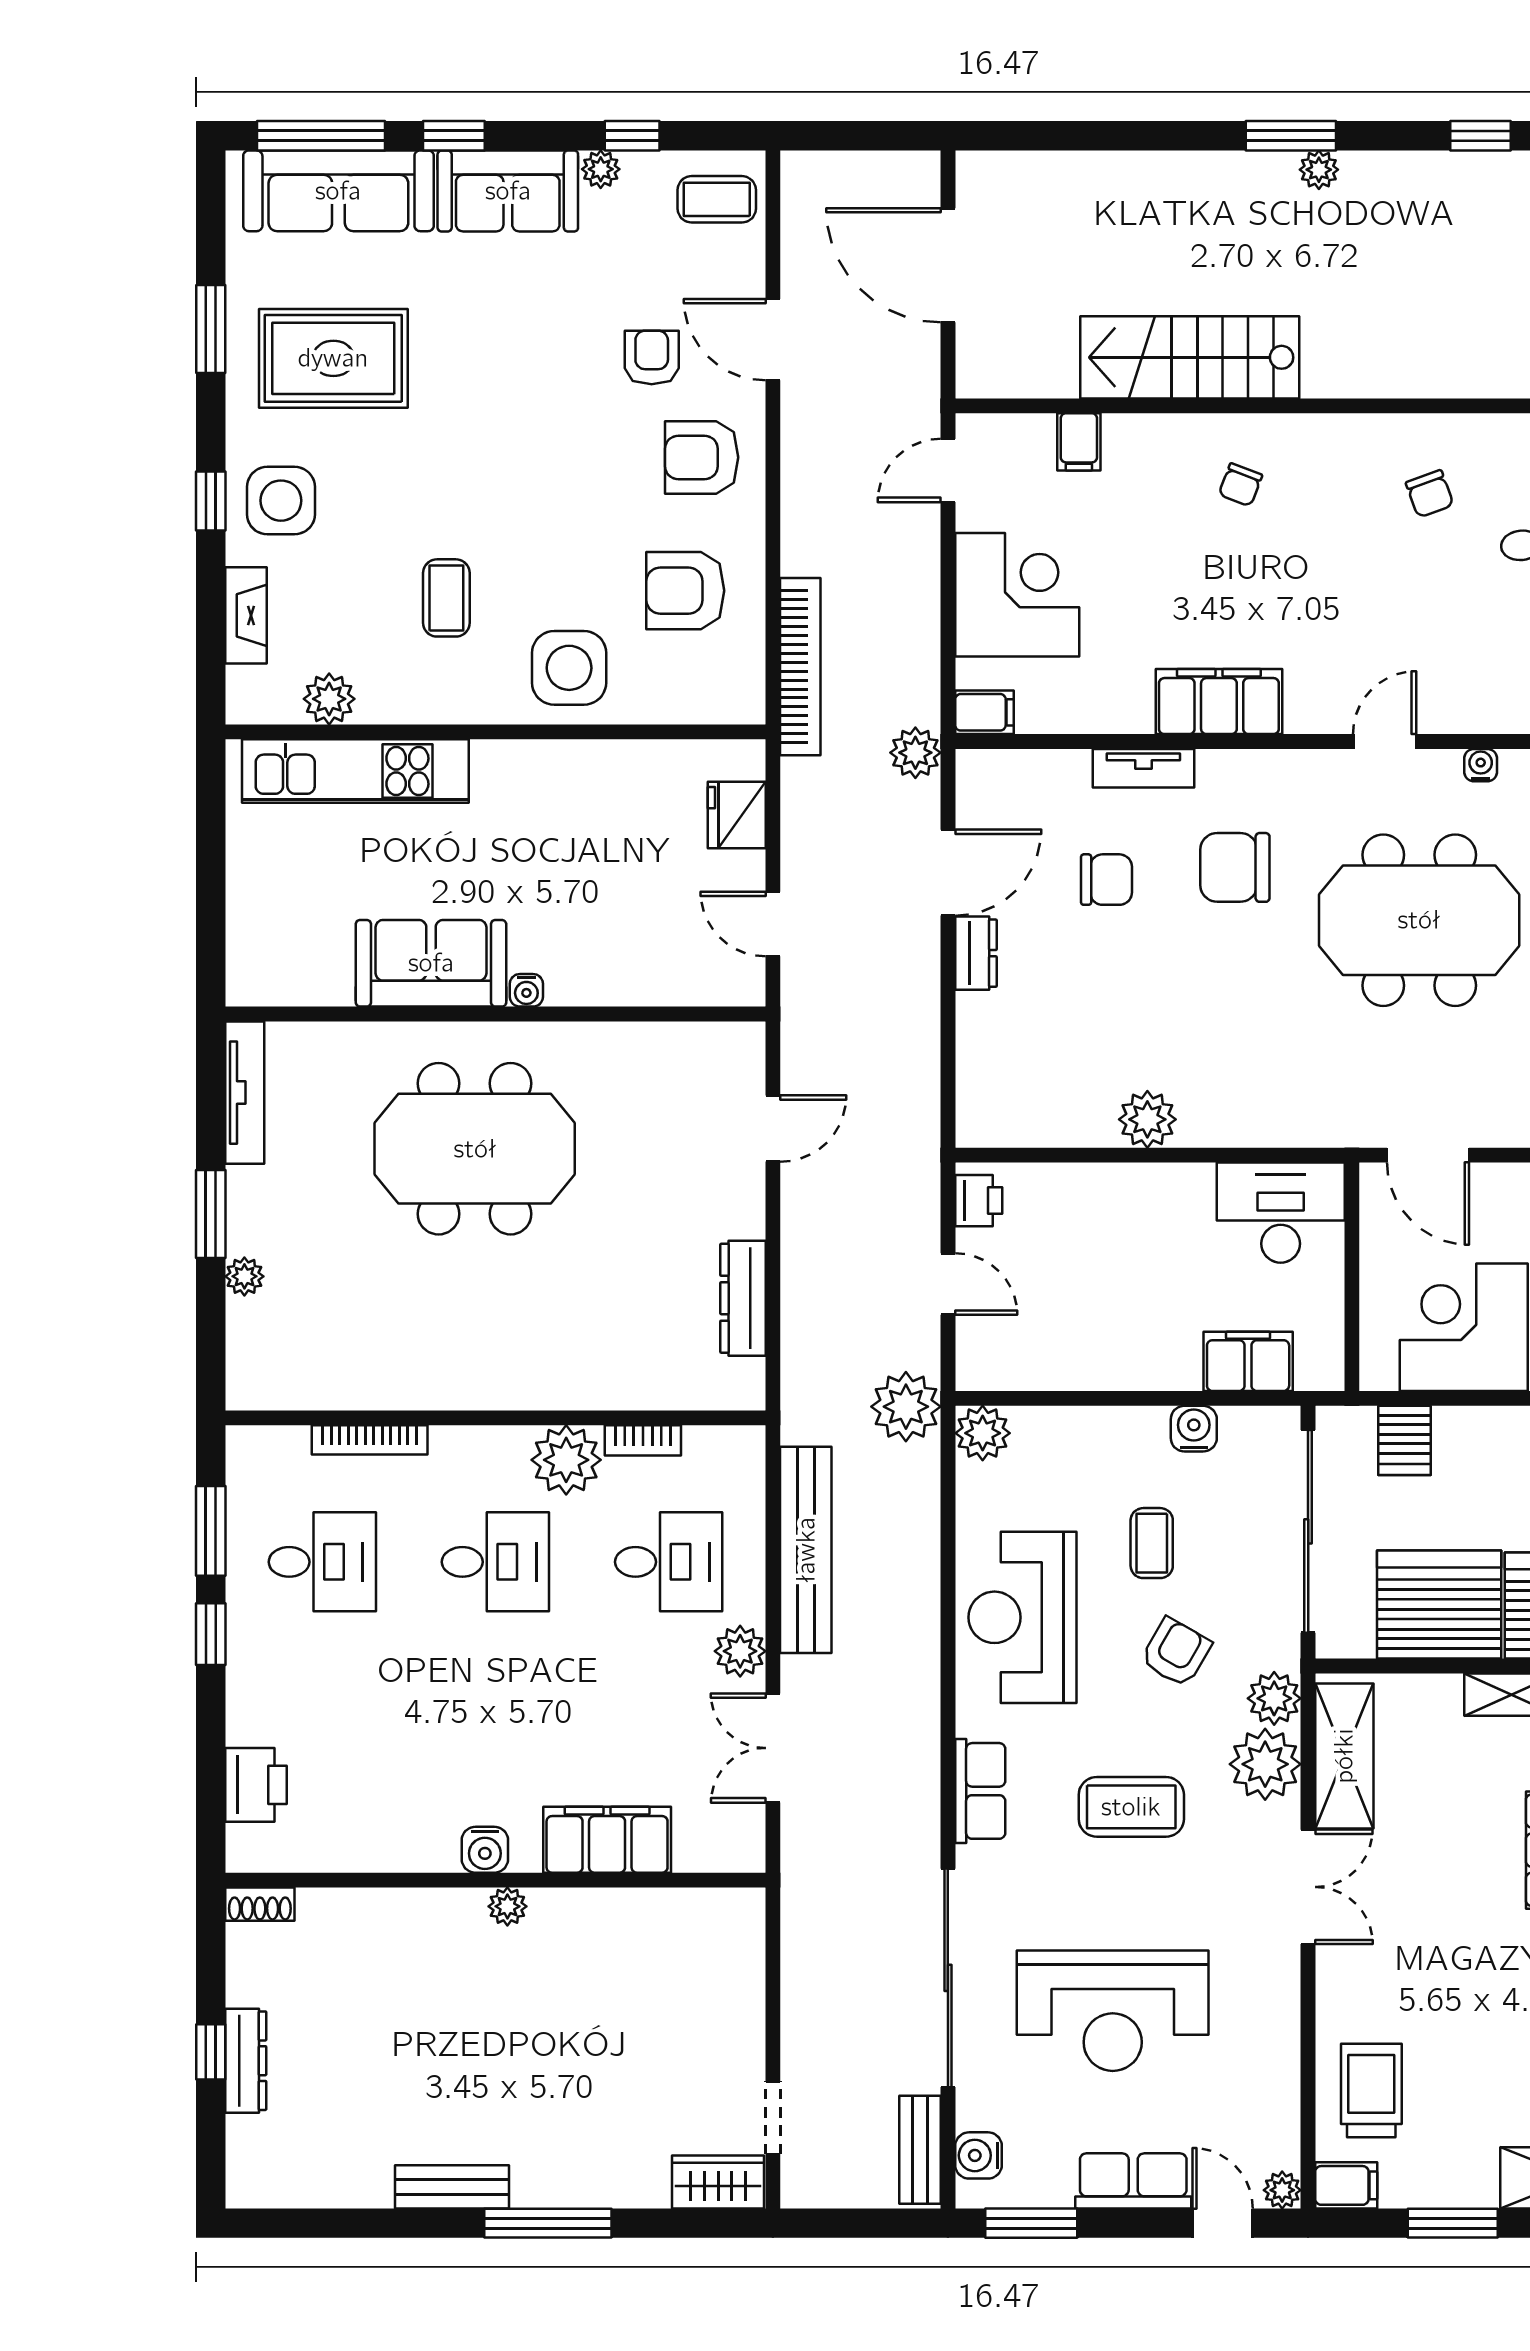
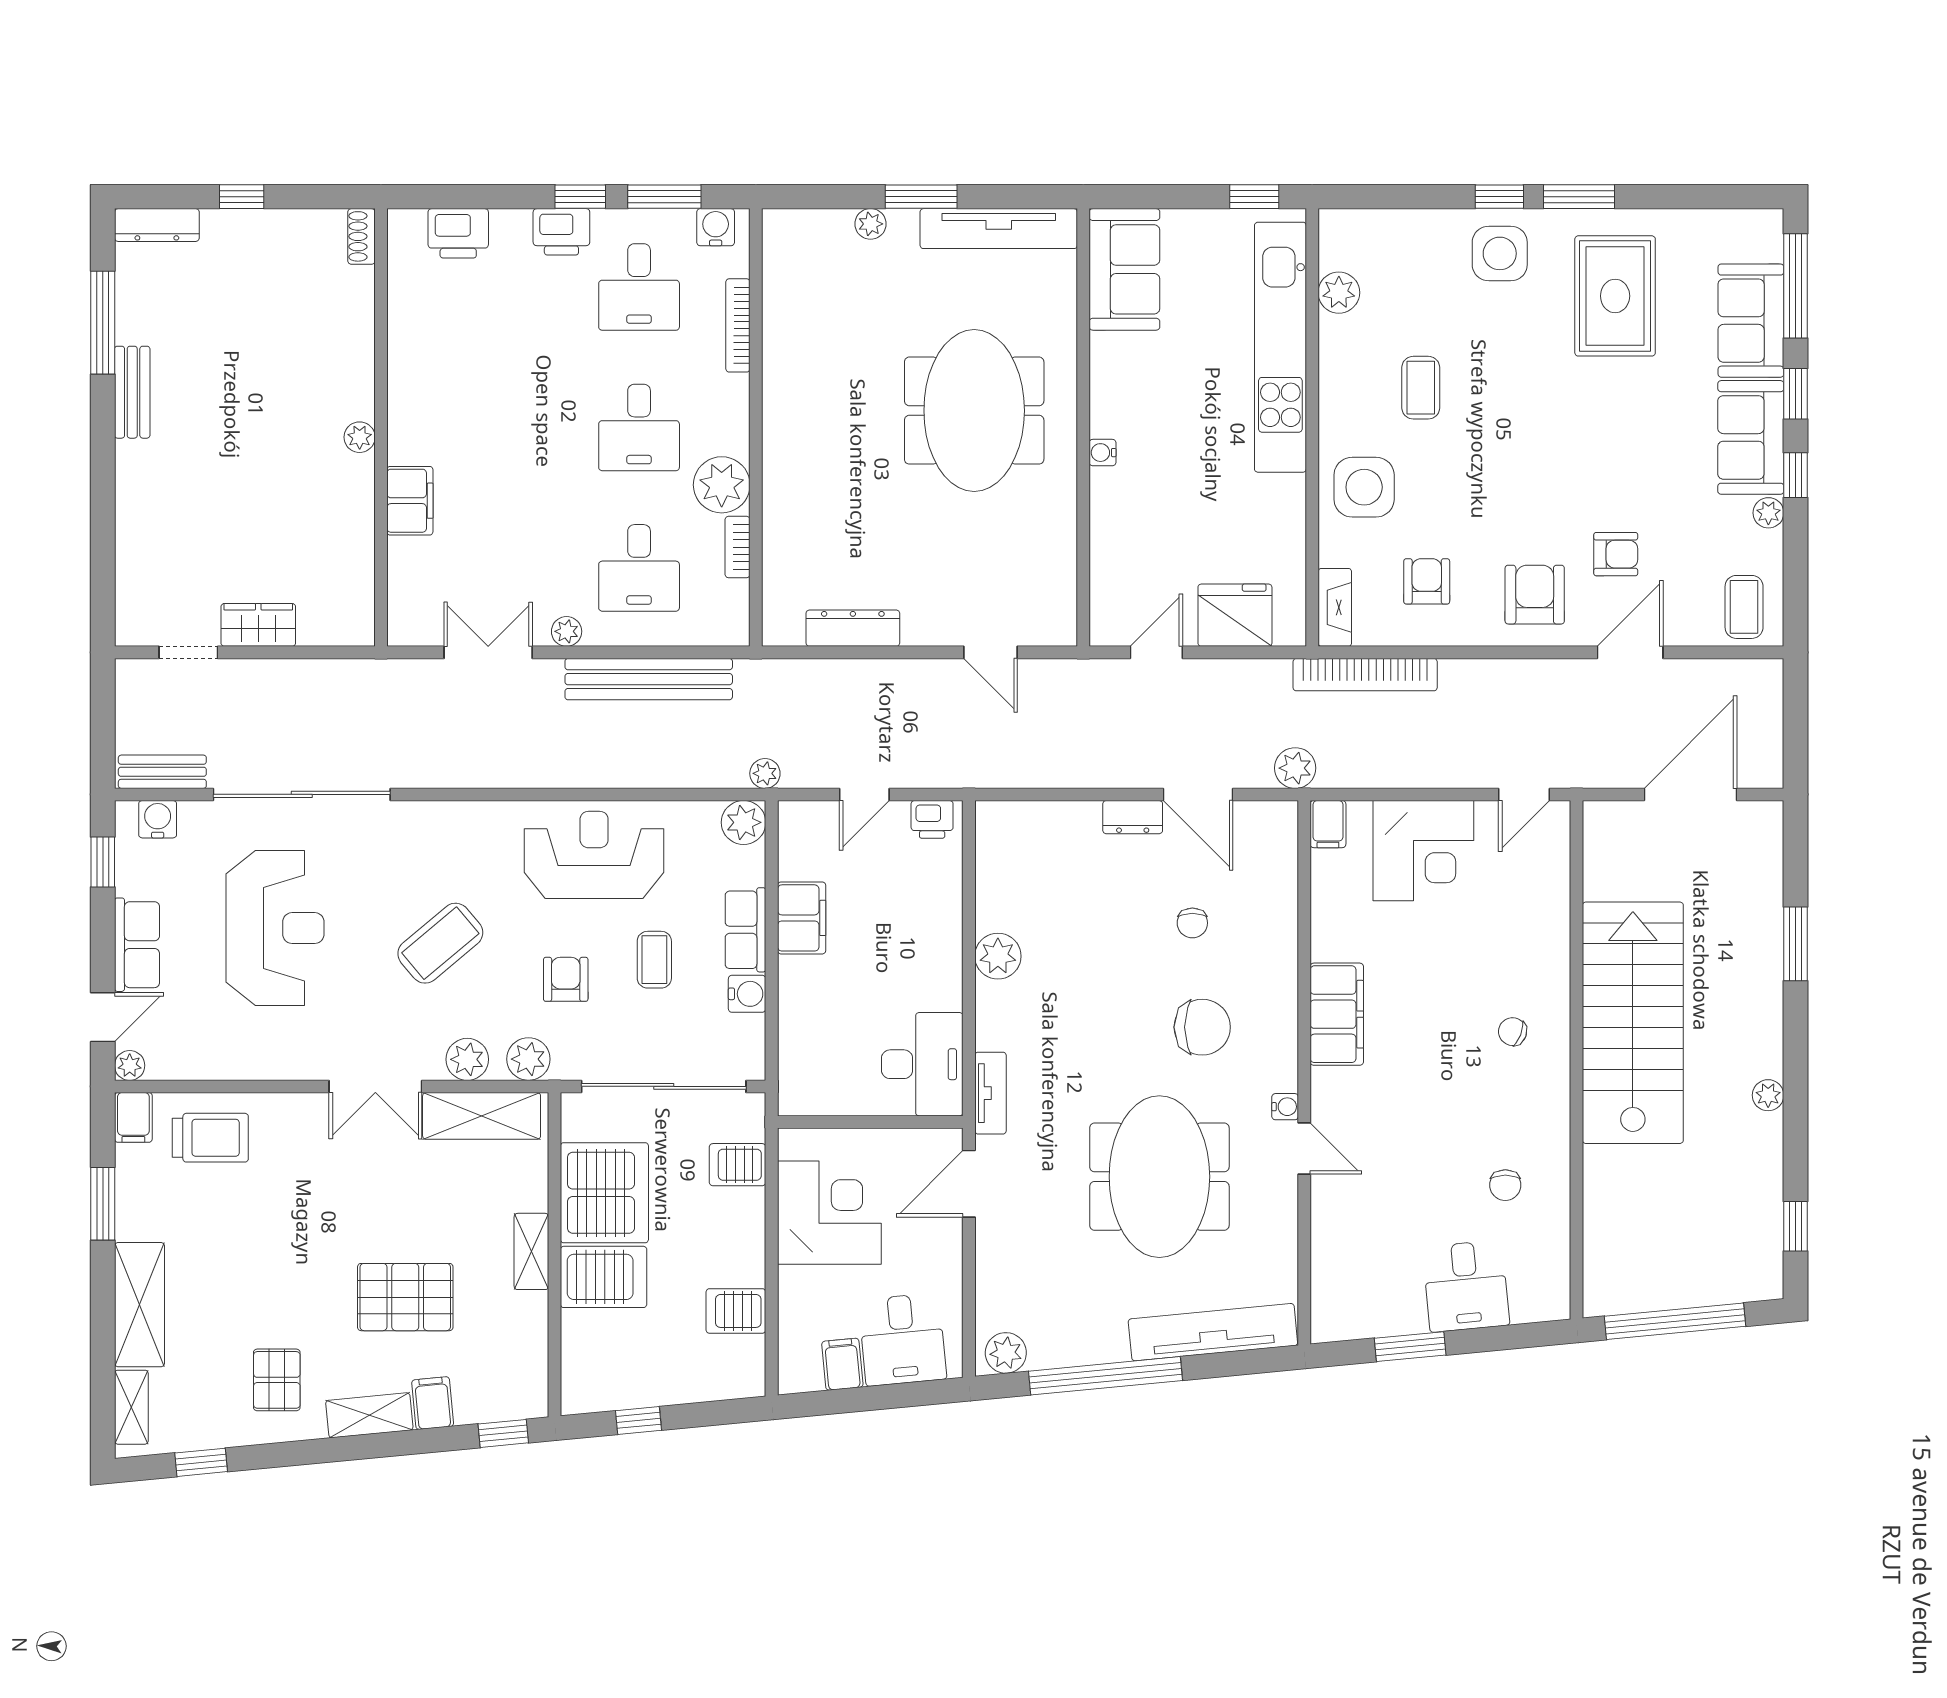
window: (632, 136) -> (1796, 475), moved
window: (1291, 136) -> (1796, 944), moved
sofa: (338, 191) -> (1751, 321), width x0.73
window: (211, 329) -> (1579, 197), moved
stairs: (1190, 357) -> (1633, 1023), width x1.36, depth x1.51
filing cabinet: (1079, 442) -> (1547, 901), removed
door: (948, 471) -> (1524, 794), swing flipped
chair: (1430, 494) -> (1505, 1185), turned -70
armchair: (685, 591) -> (1427, 581), width x0.72, depth x0.72
coffee table: (446, 598) -> (1421, 388), turned 90
fireplace: (246, 615) -> (1335, 607), moved, turned -90
water cooler: (1481, 765) -> (1285, 1107), moved
tv unit: (1143, 768) -> (990, 1093), moved, turned 180
kitchen unit: (355, 771) -> (1280, 347), width x1.36
window: (211, 803) -> (1254, 197), added
fridge: (737, 815) -> (1235, 615), width x1.36, depth x1.34
chair: (1235, 867) -> (1202, 1027), turned 90
chair: (1106, 880) -> (1192, 923), width x0.73, depth x0.73
sofa: (431, 963) -> (1124, 269), moved
tv unit: (245, 1093) -> (999, 229), width x1.36, depth x1.29
filing cabinet: (1248, 1361) -> (802, 918), moved
plant: (906, 1407) -> (765, 773), width x0.53, depth x0.53
coffee table: (1152, 1543) -> (654, 960), turned 90
plant: (740, 1651) -> (567, 631), width x0.73, depth x0.73
armchair: (1176, 1652) -> (566, 979), turned -120
printer: (254, 1658) -> (561, 232), added
plant: (1265, 1764) -> (467, 1059), width x0.73, depth x0.73
row of seats: (980, 1791) -> (745, 930), moved, turned 90
coffee table: (1131, 1807) -> (440, 943), turned 50
filing cabinet: (607, 1840) -> (410, 501), width x0.67, depth x0.86
water cooler: (485, 1850) -> (716, 227), moved, turned 90
reception desk: (1113, 2011) -> (275, 928), turned 180
dresser: (246, 2061) -> (157, 225), moved
wardrobe: (718, 2182) -> (258, 625), moved, turned -90
window: (548, 2223) -> (103, 323), moved
window: (1031, 2223) -> (103, 862), width x0.67

